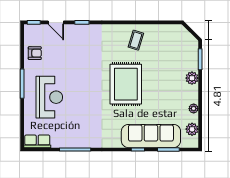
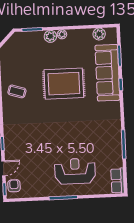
armchair: (35, 53) -> (14, 186), moved
rug: (126, 84) -> (64, 84), moved
plant: (194, 109) -> (62, 34), moved

